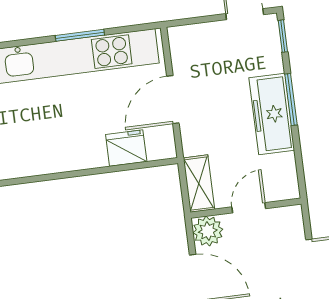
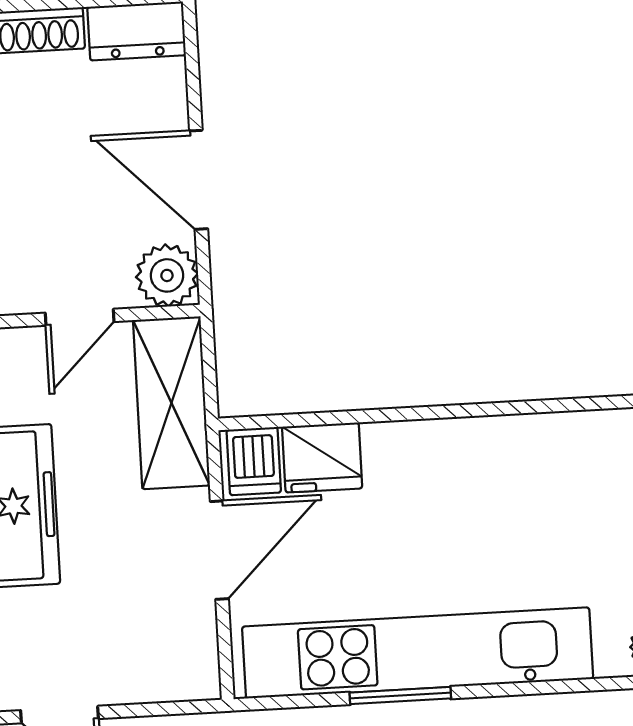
dishwasher: (159, 144) -> (254, 461), added
shelving: (199, 184) -> (171, 403), width x1.50, depth x1.33

